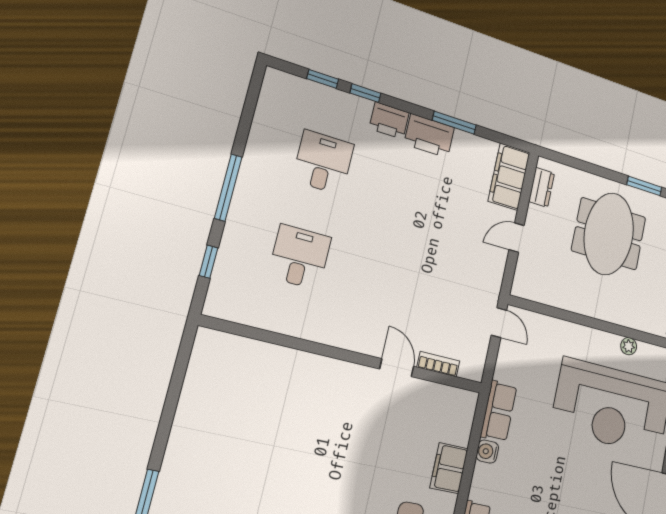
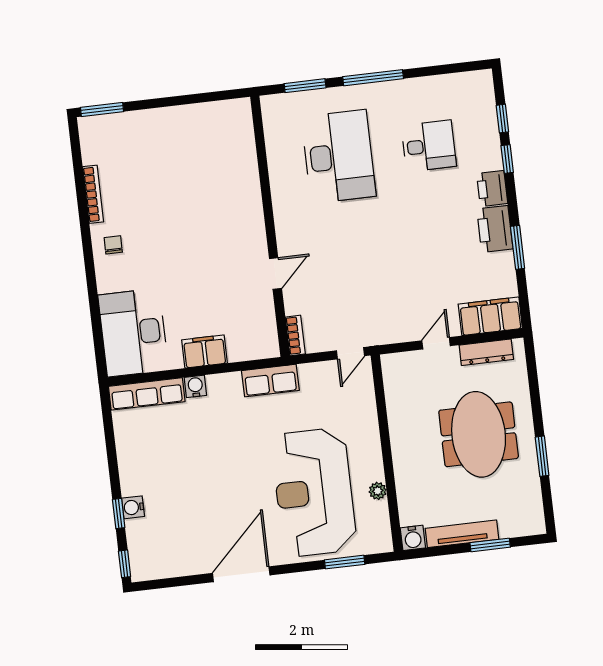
dresser: (542, 187) -> (486, 352), width x1.44
meeting table: (609, 234) -> (479, 434), turned 90
door: (517, 238) -> (436, 343), hinge flipped
desk: (300, 257) -> (339, 157), width x1.87, depth x1.30
window: (209, 262) -> (305, 86), width x1.50
bookcase: (438, 364) -> (295, 335), moved
water cooler: (487, 452) -> (195, 386), moved

